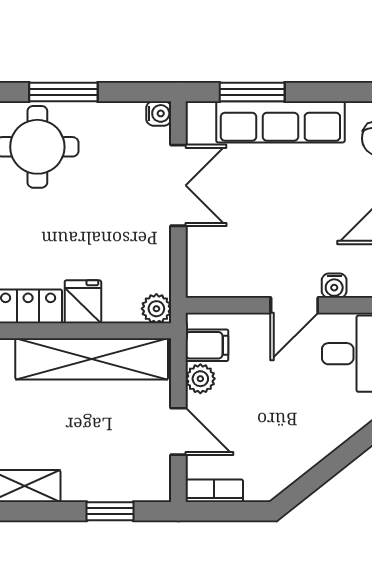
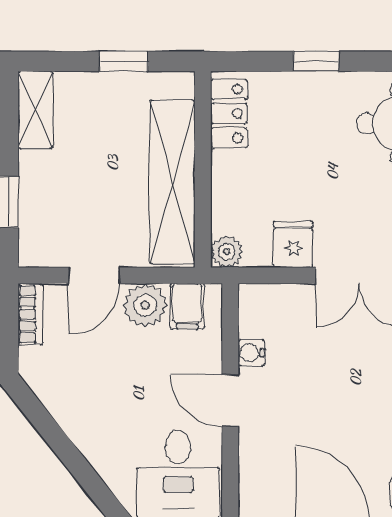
water cooler: (334, 286) -> (251, 353), moved
fridge: (83, 302) -> (293, 244), moved, turned -90
plant: (200, 379) -> (145, 305), width x1.38, depth x1.38

